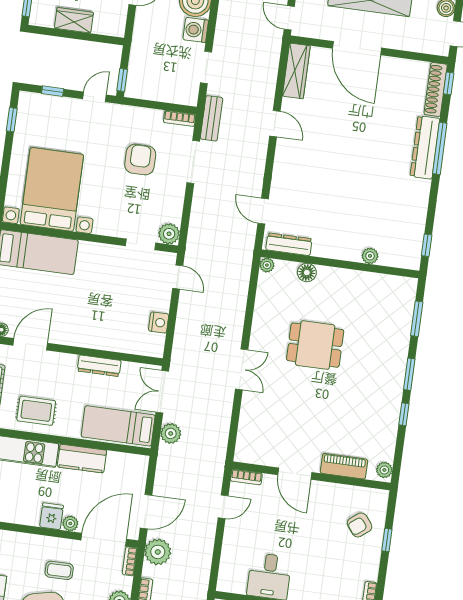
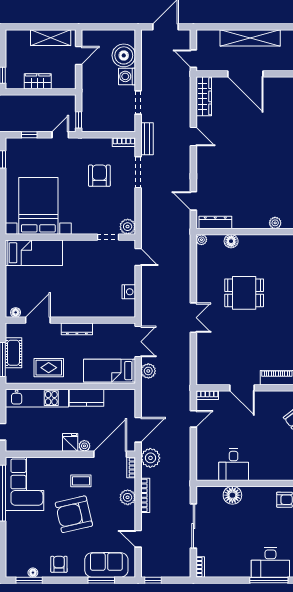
dresser: (99, 366) -> (77, 329), moved
double door: (162, 392) -> (138, 342), swing flipped

